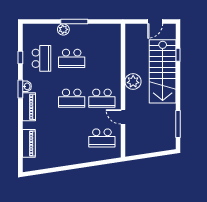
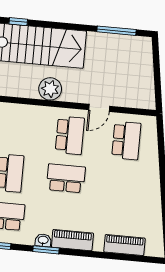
school desk: (72, 98) -> (66, 178), turned -90

